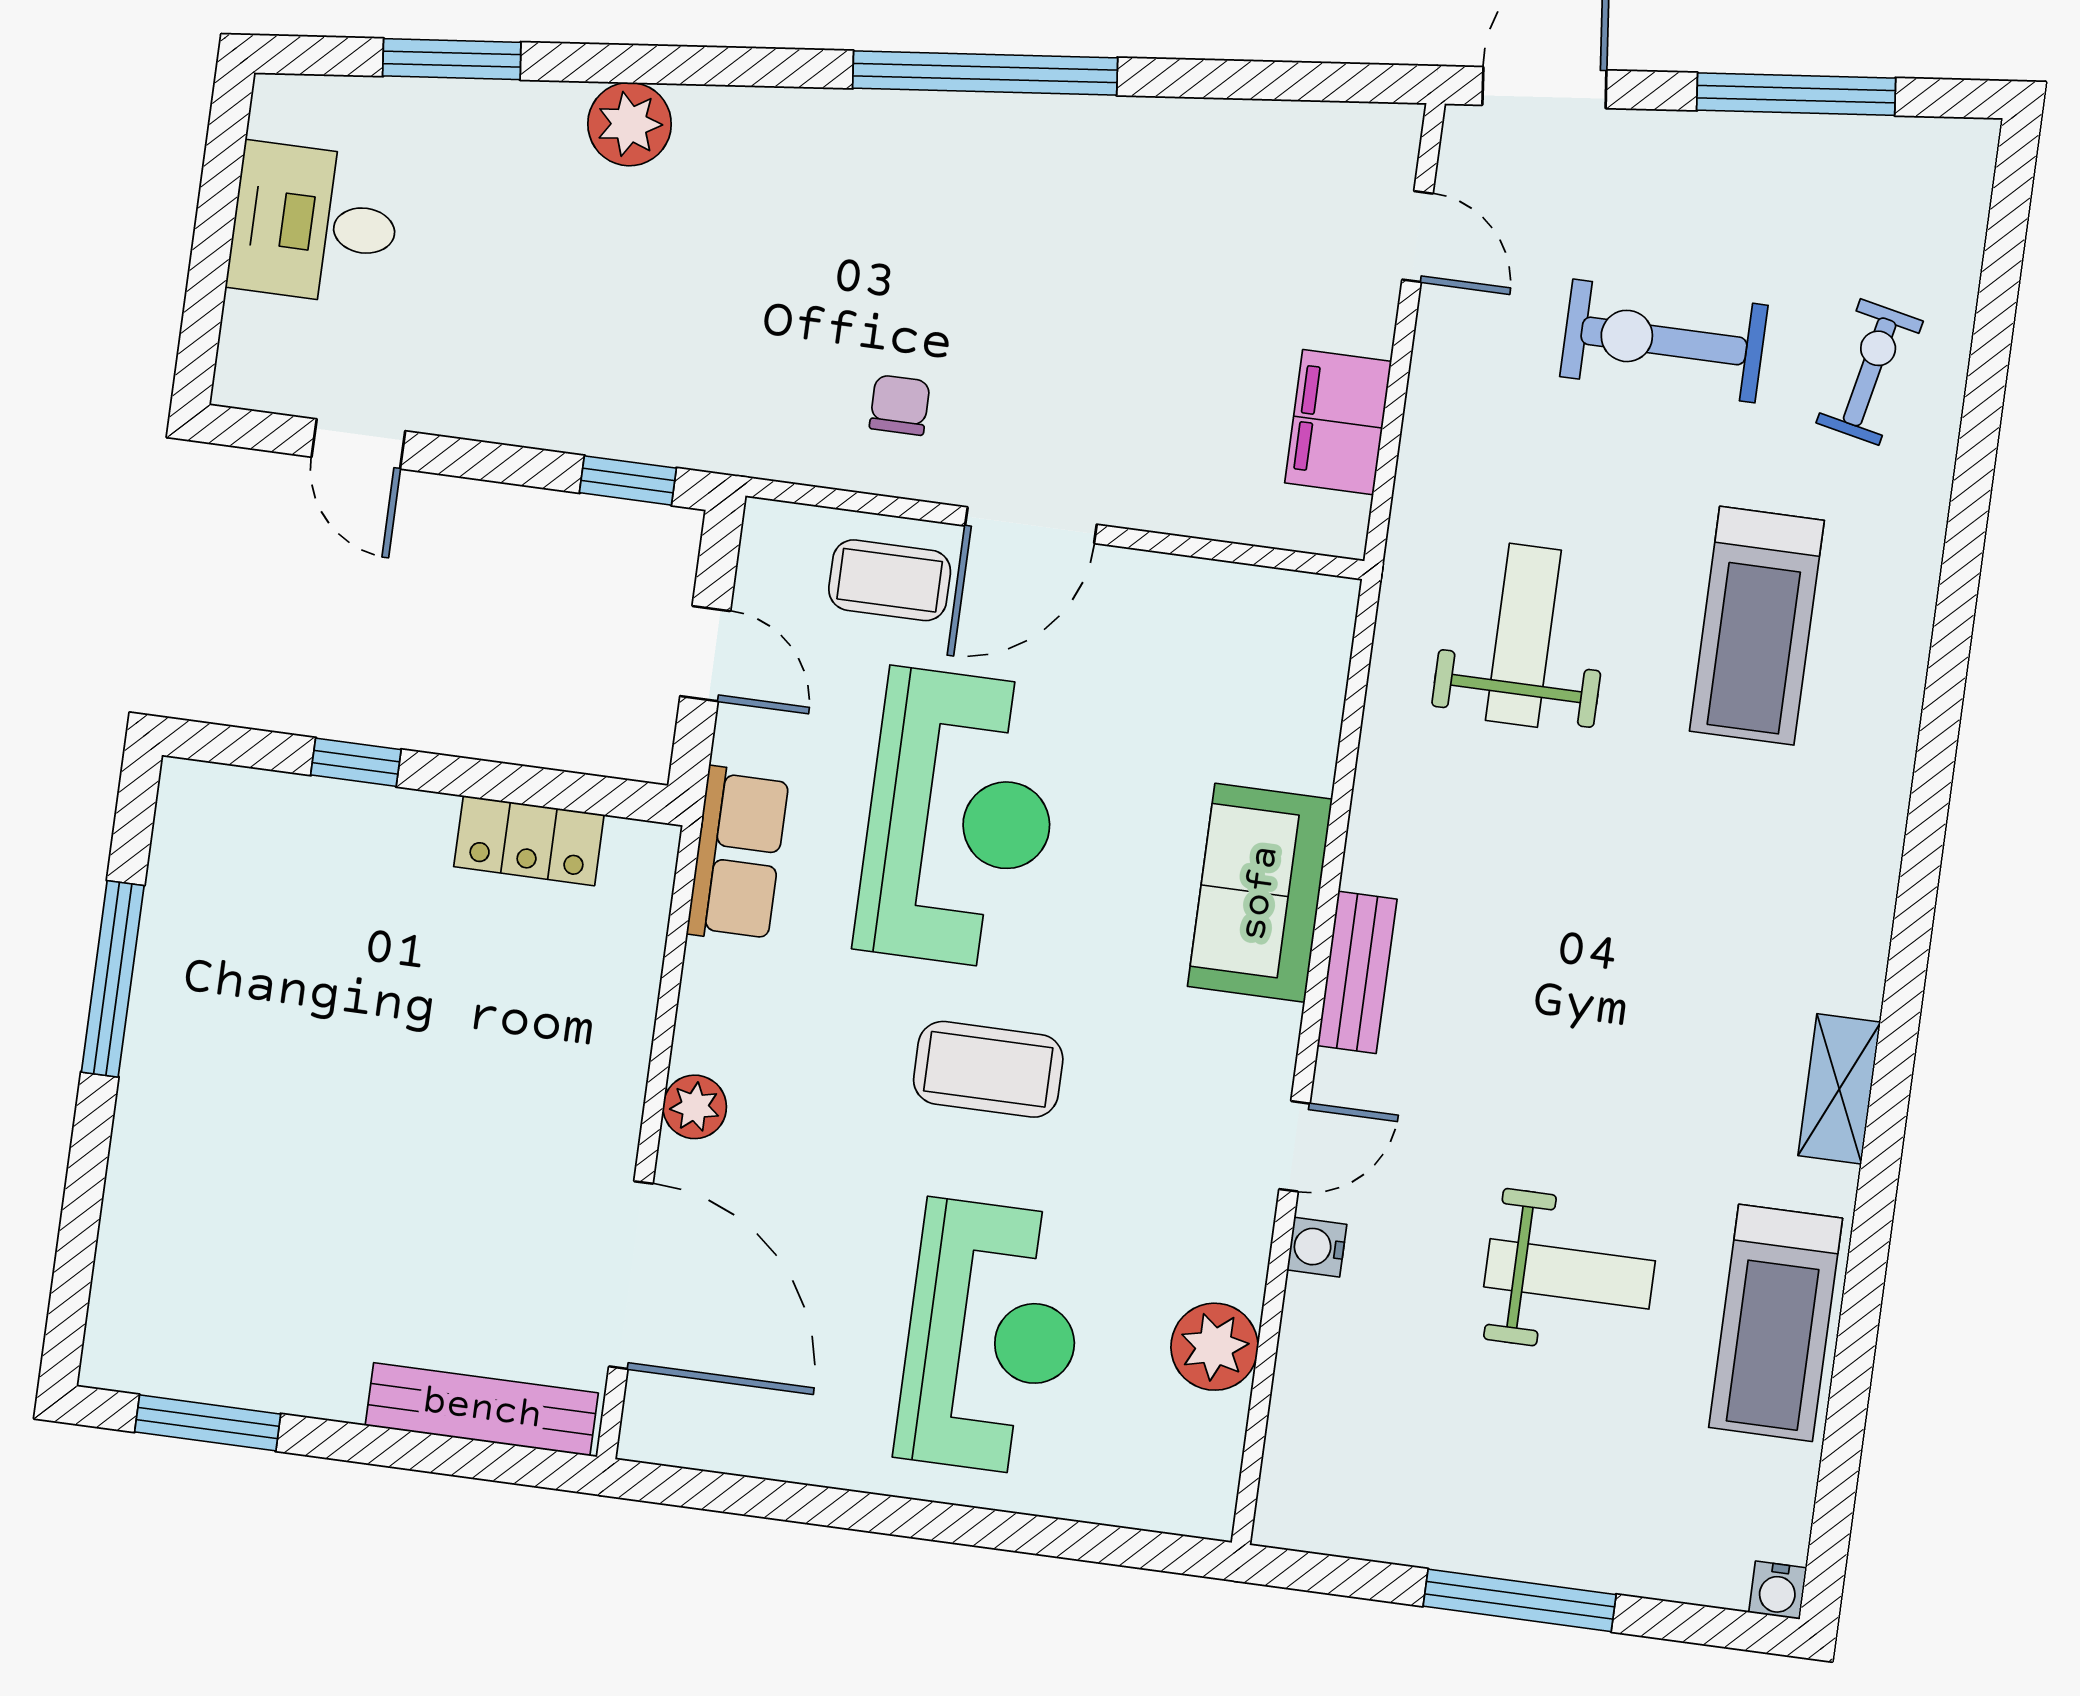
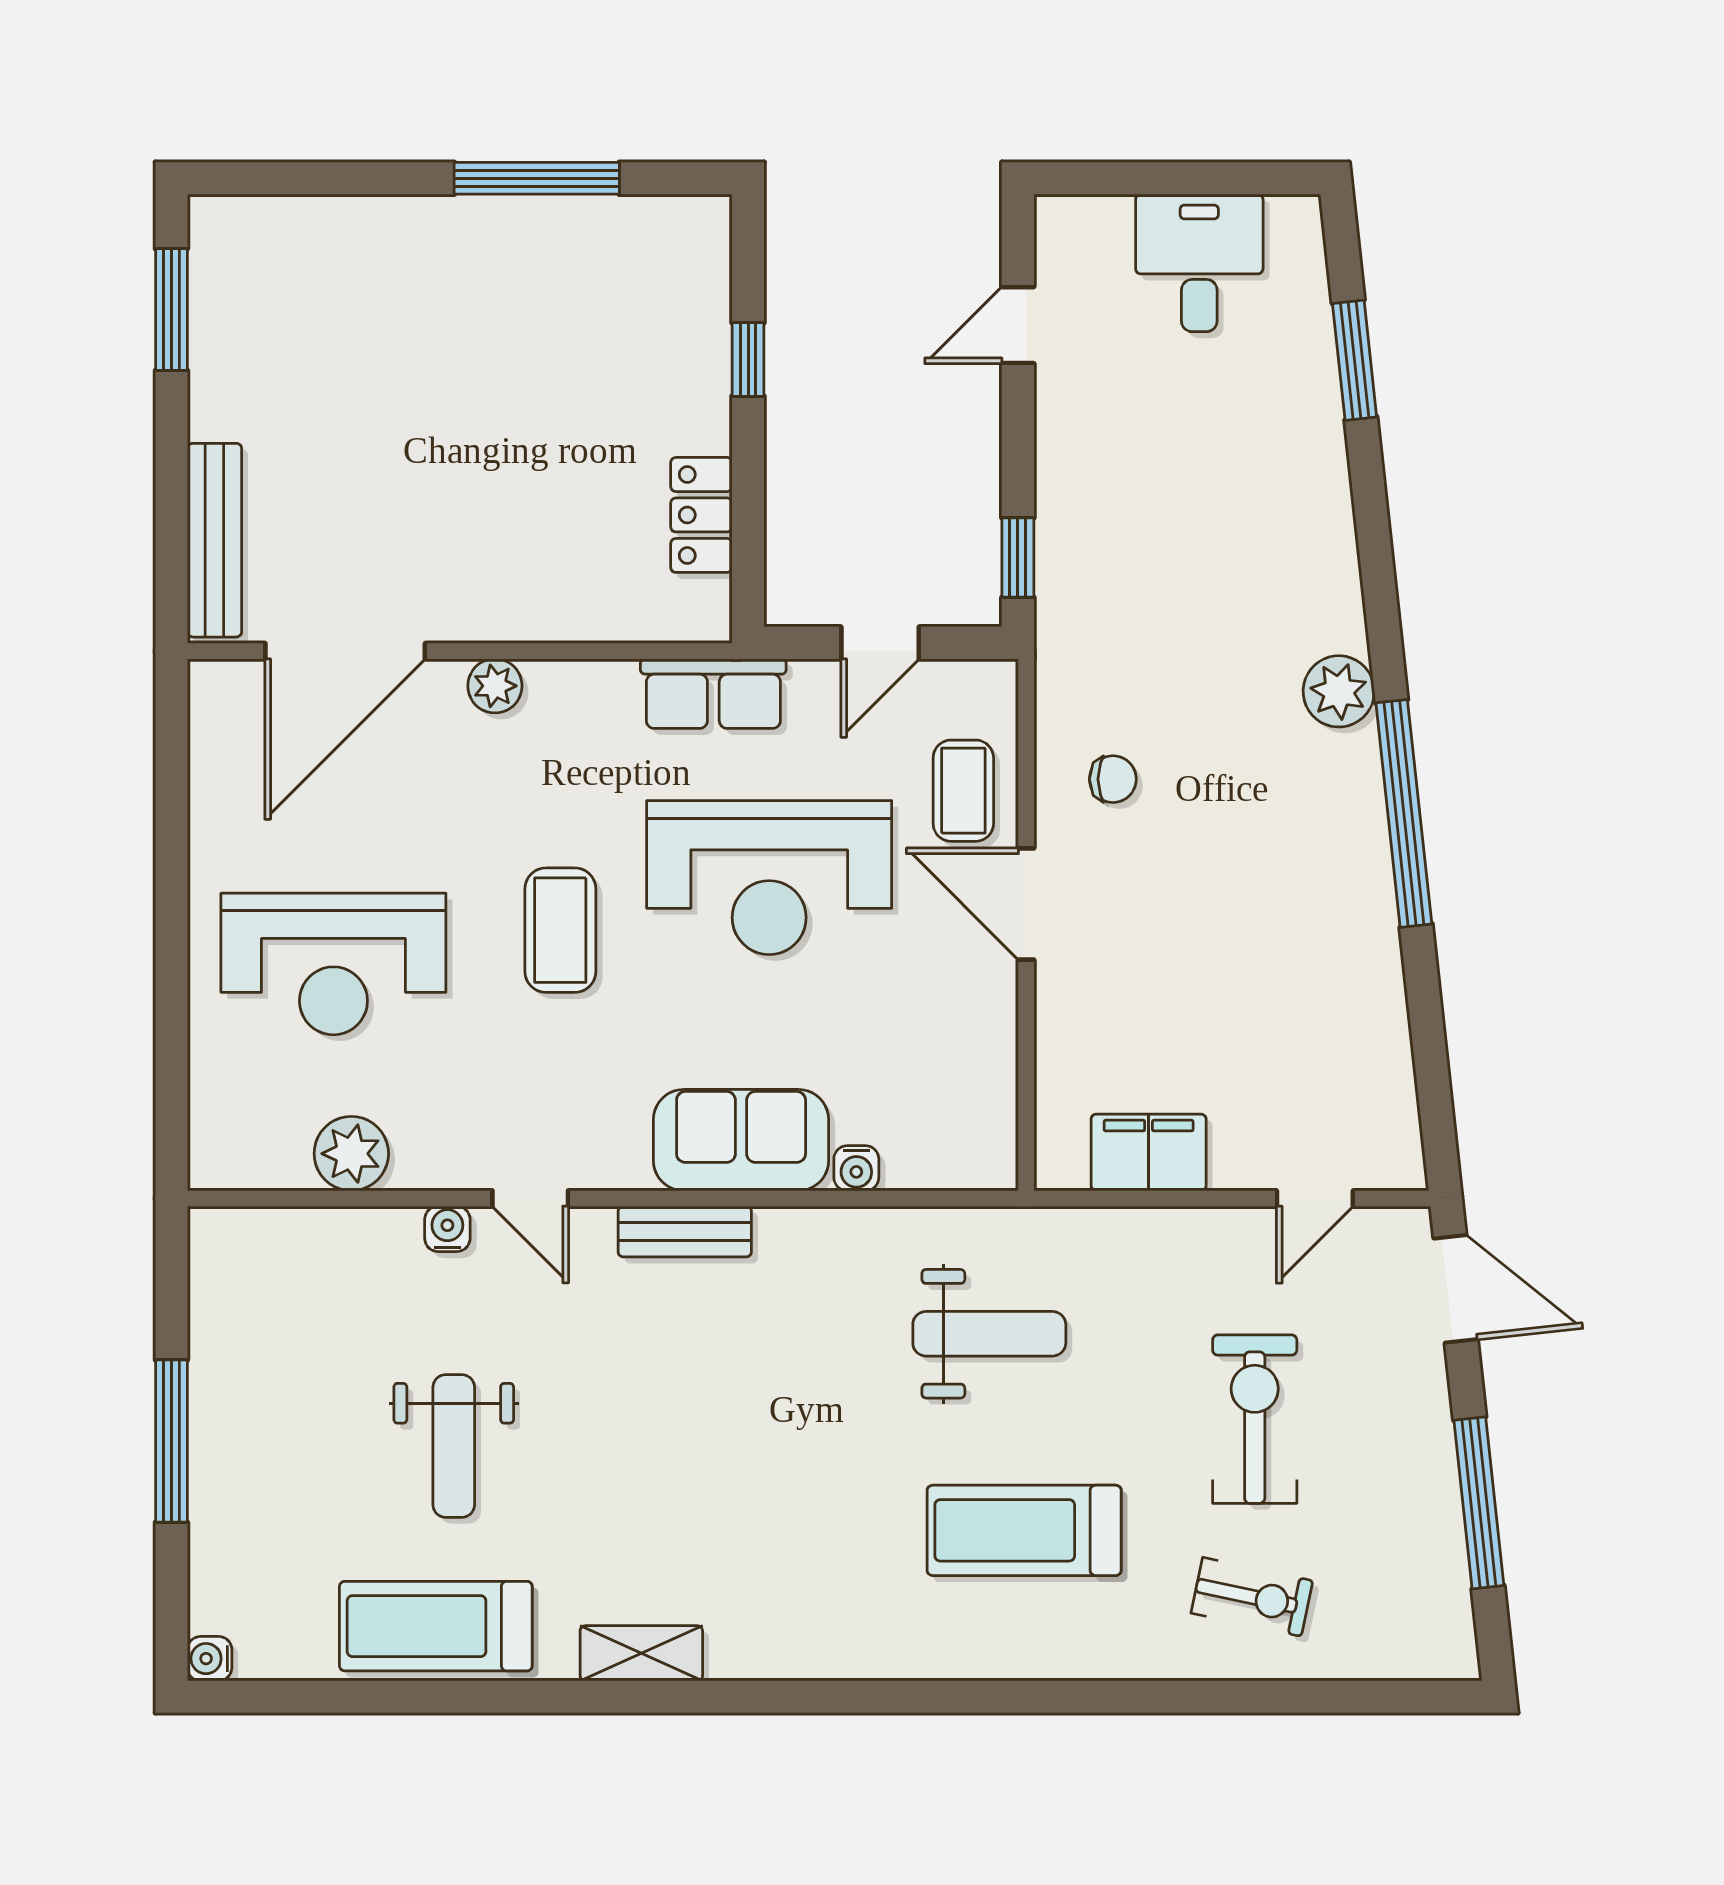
plant: (630, 124) -> (1339, 691), moved
water cooler: (1311, 763) -> (856, 1168), added

